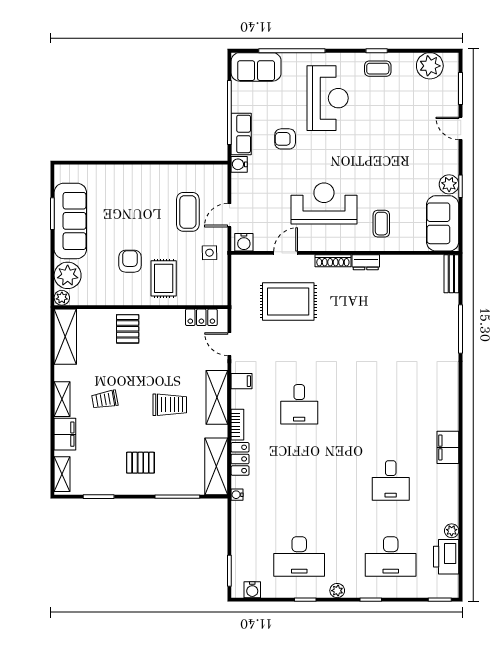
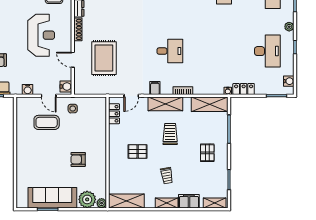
water cooler: (239, 164) -> (28, 89), moved
reception desk: (324, 204) -> (41, 35), turned 180
rug: (164, 278) -> (89, 138), removed
pallet: (128, 329) -> (138, 151), moved
locker: (240, 459) -> (244, 89), moved

